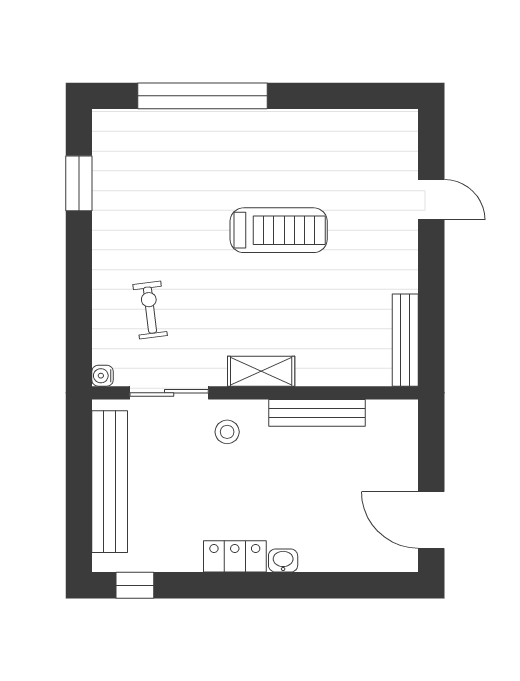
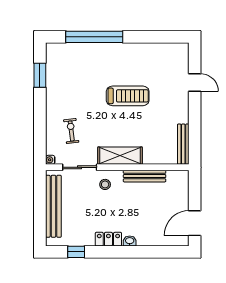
shelving: (261, 371) -> (120, 156), width x1.50, depth x1.33
door: (431, 520) -> (195, 223), hinge flipped
window: (135, 585) -> (76, 252), moved

